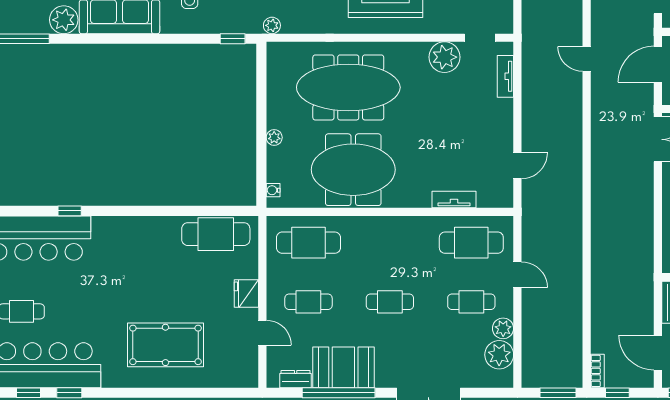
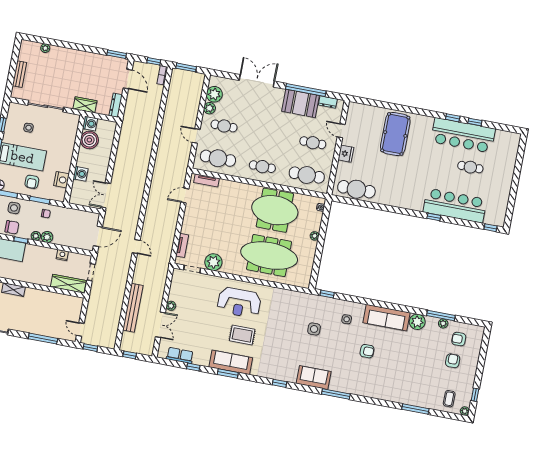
plant: (272, 25) -> (443, 323), moved
tv unit: (454, 200) -> (207, 180), moved
cafe table: (390, 302) -> (262, 167), moved
pool table: (165, 345) -> (395, 134), turned 90

